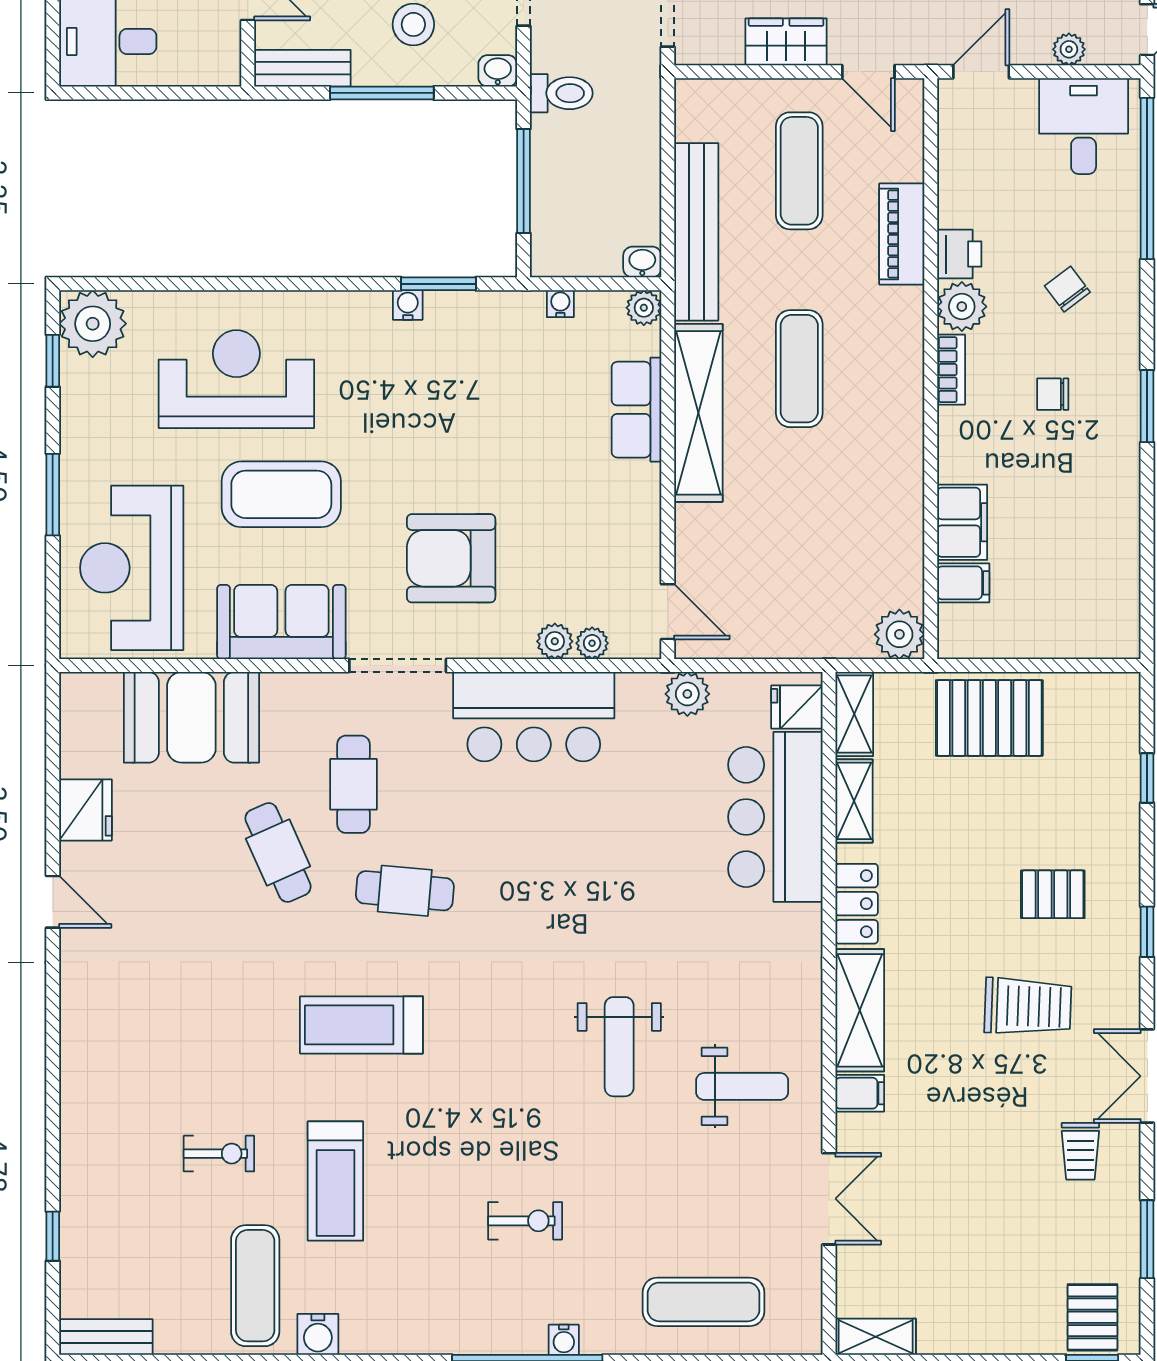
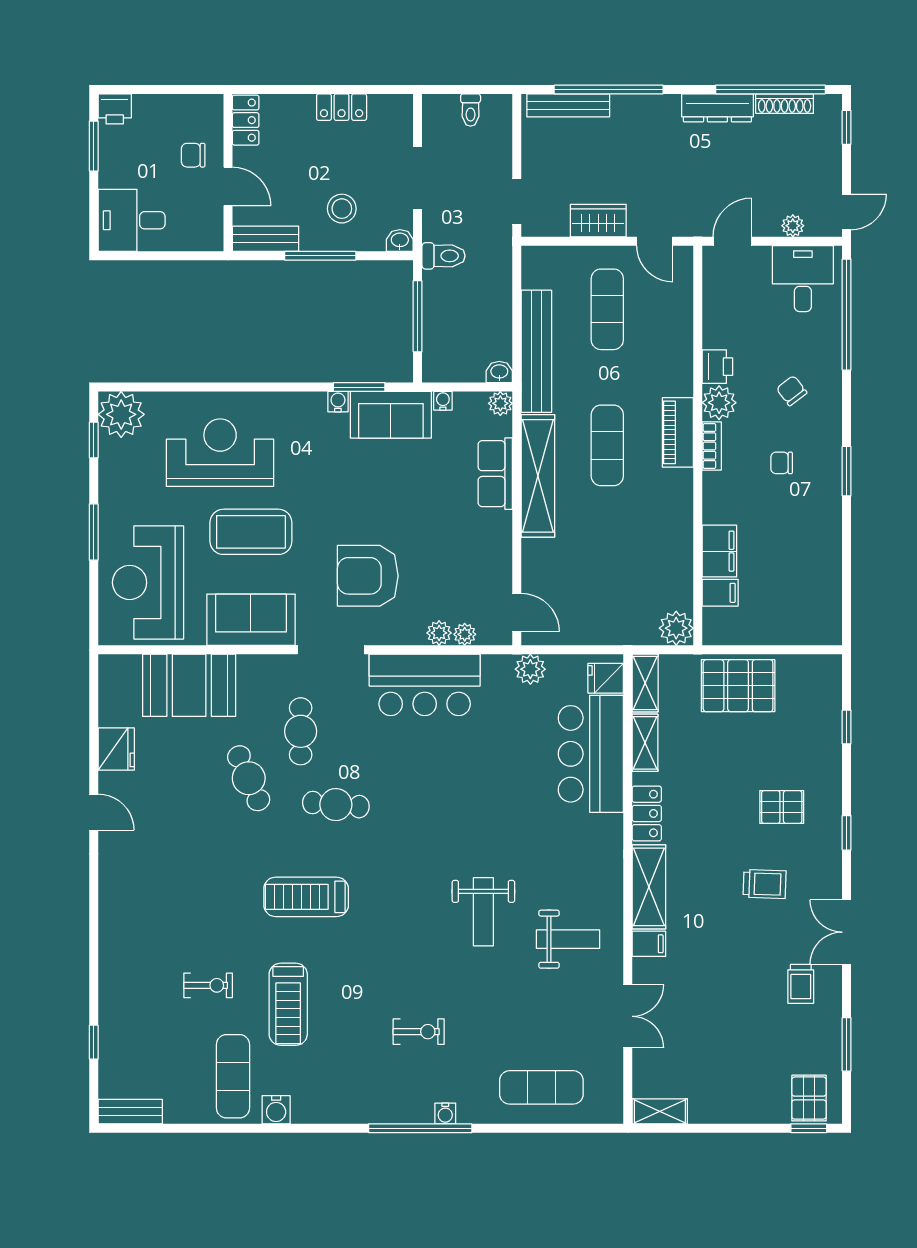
piano: (902, 234) -> (678, 432), moved
sofa: (485, 324) -> (391, 415), added
trolley: (1028, 1006) -> (765, 884), width x0.73, depth x0.72

